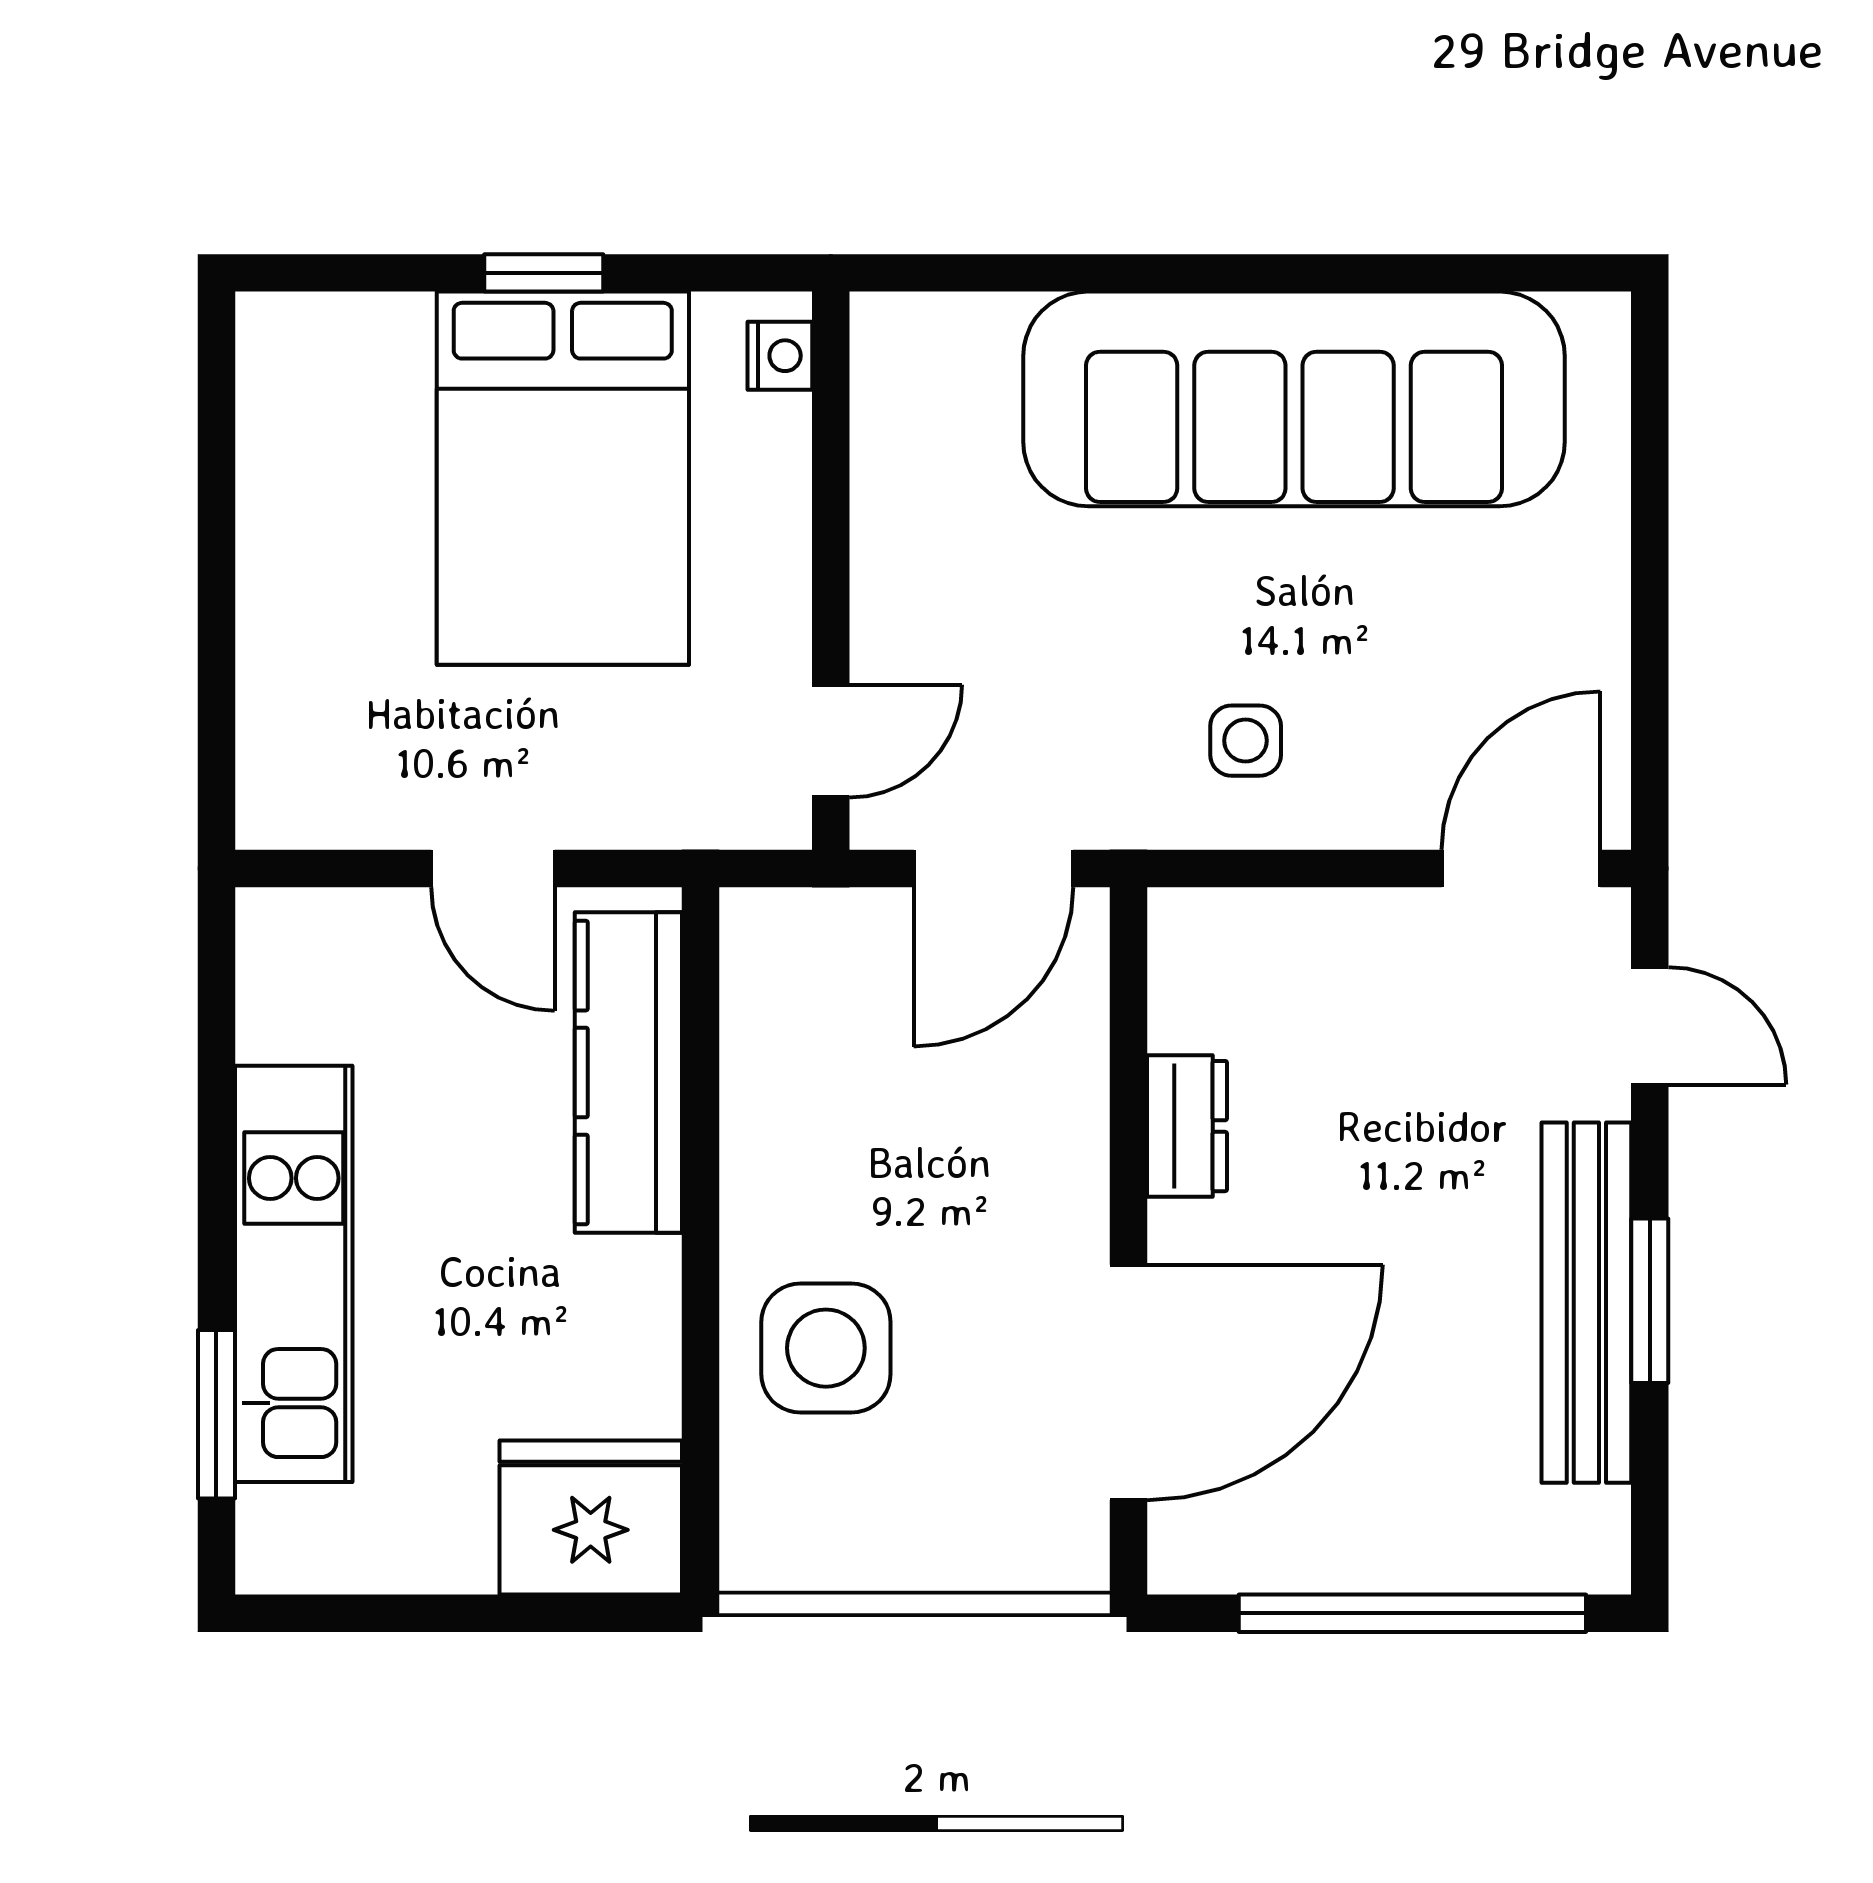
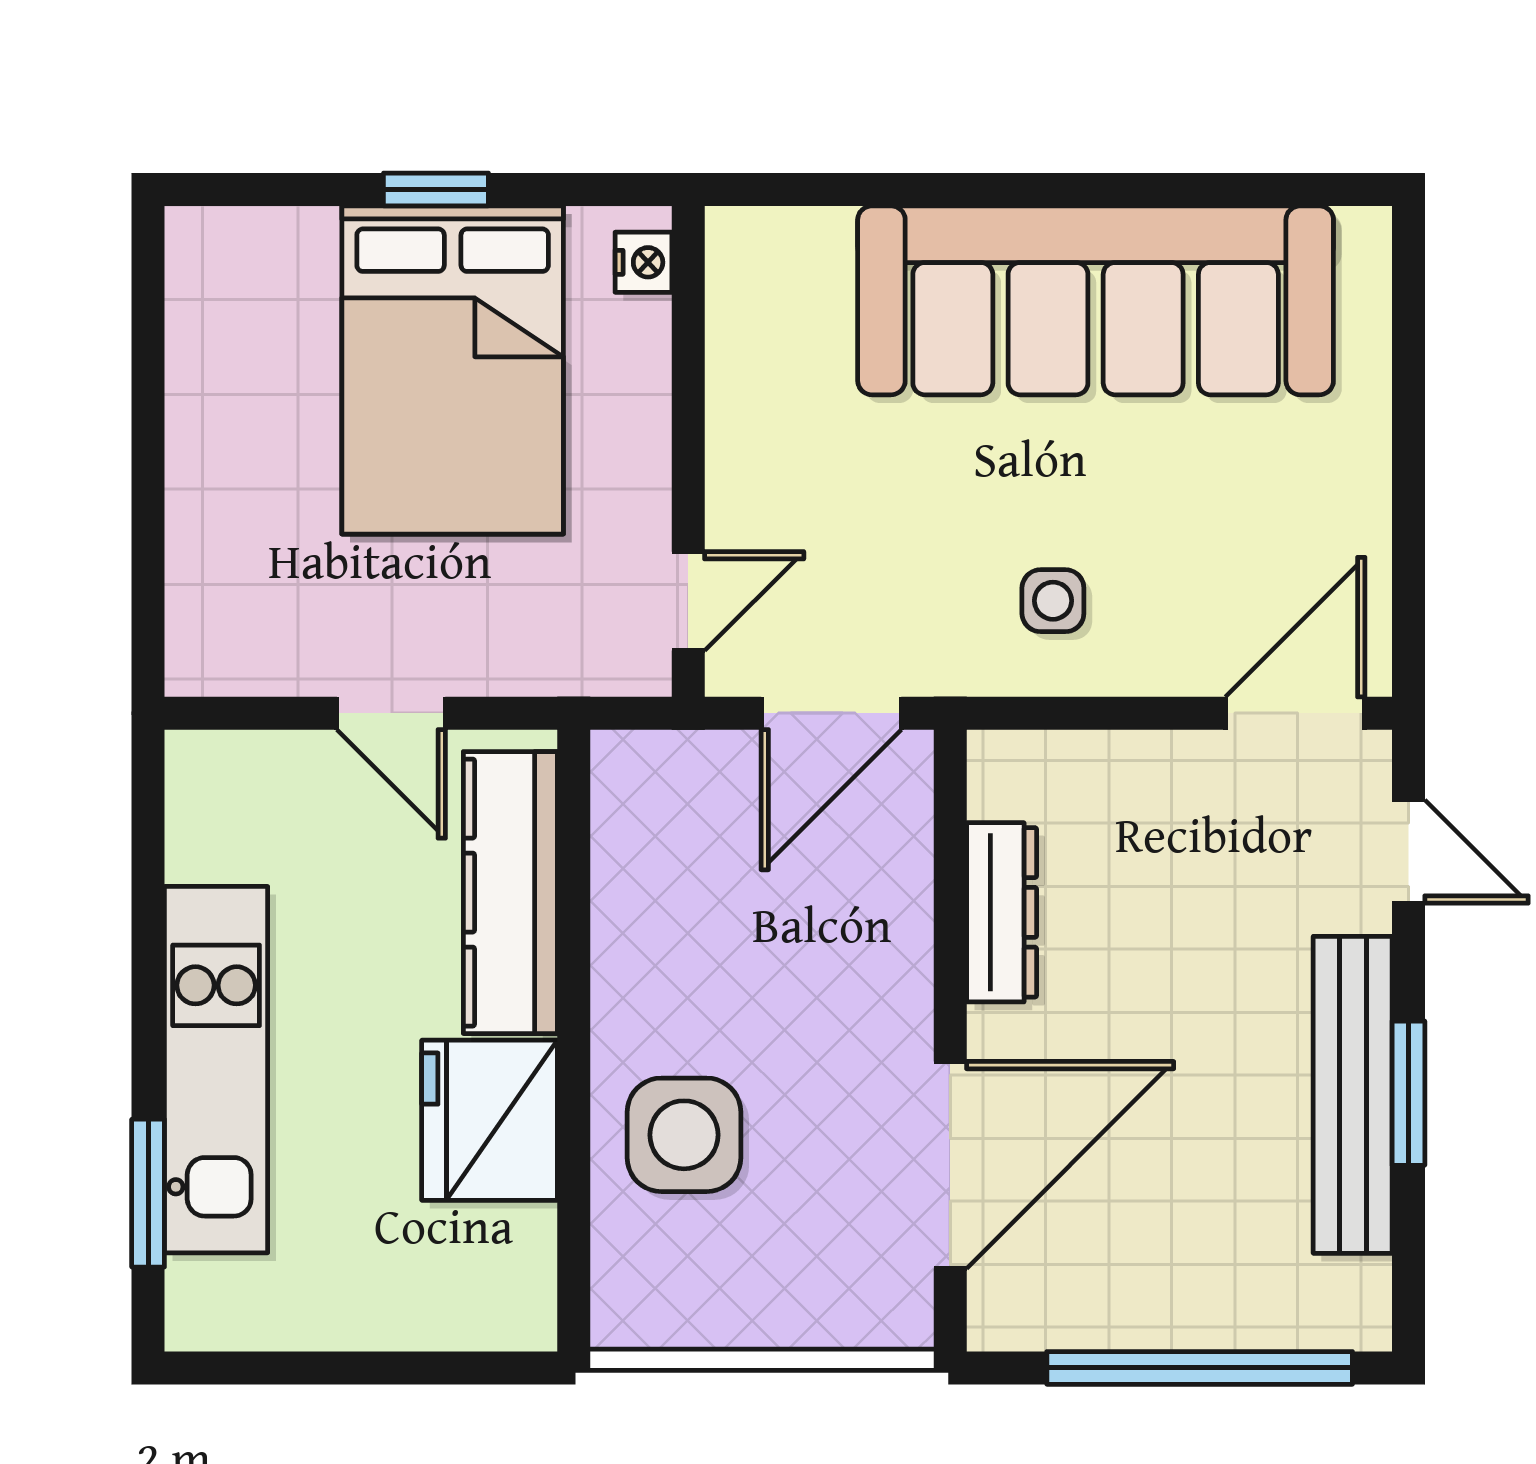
dresser: (1187, 1126) -> (1002, 912), width x1.44
fridge: (591, 1517) -> (489, 1120), moved, turned -90

